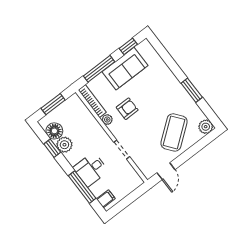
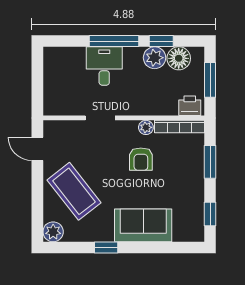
window: (99, 69) -> (210, 162), width x0.69
sofa: (125, 69) -> (143, 225), moved, turned 90
window: (192, 90) -> (106, 248), width x0.67
printer: (76, 104) -> (190, 106), added
window: (82, 187) -> (114, 41), moved
filing cabinet: (106, 199) -> (58, 58), removed

